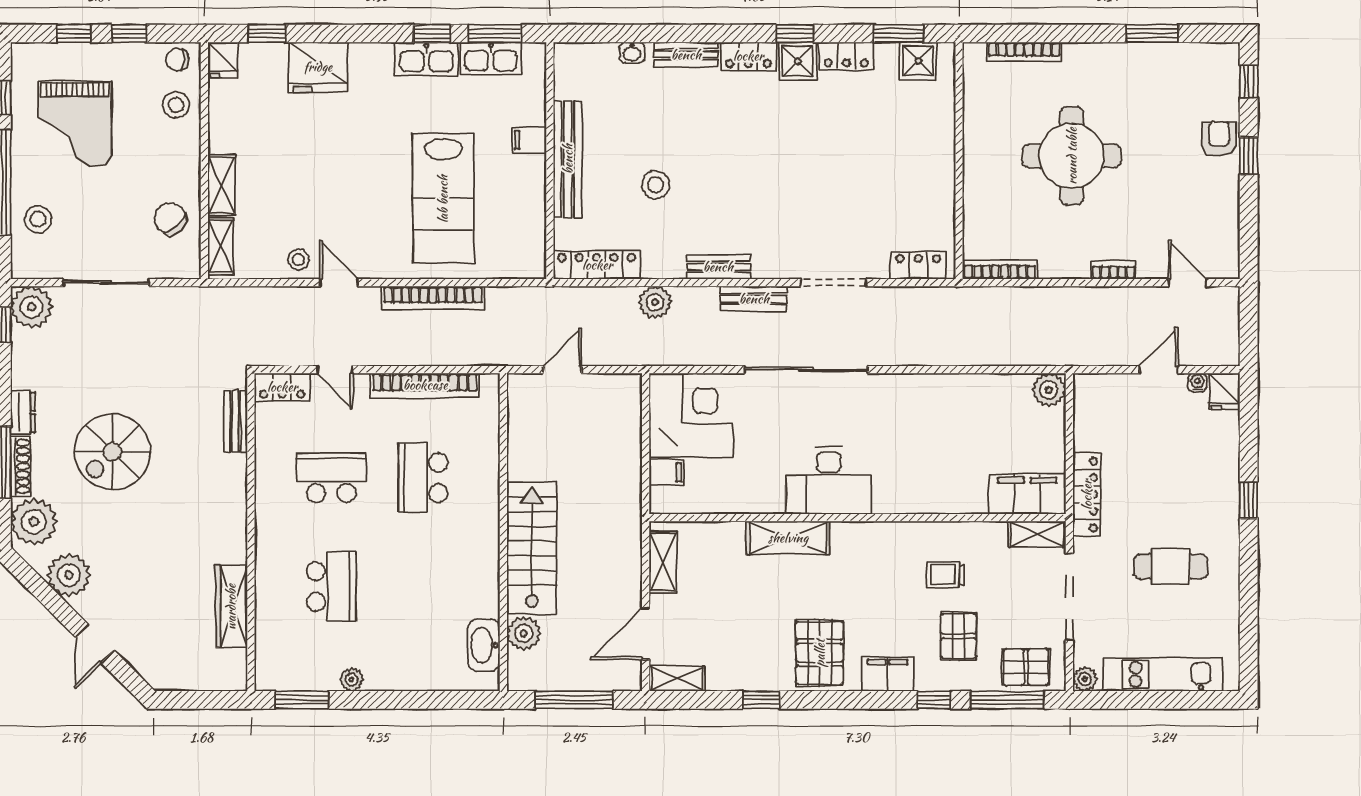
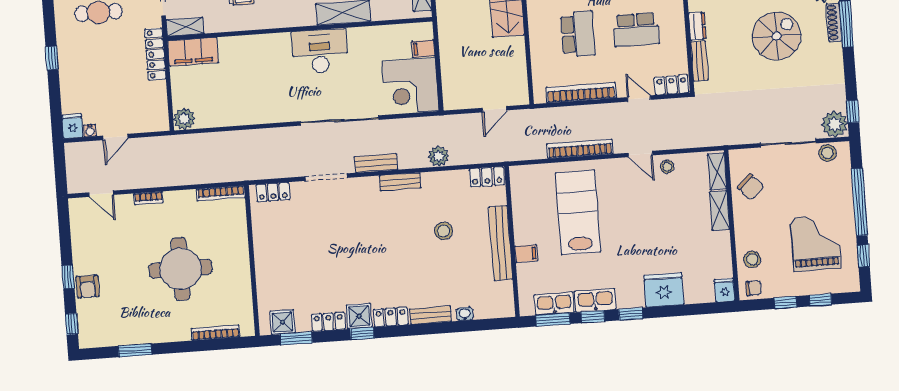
window: (267, 34) -> (631, 314), moved
stool: (38, 219) -> (827, 153), moved
locker: (597, 265) -> (487, 177), width x0.66
dresser: (23, 412) -> (697, 26), moved, turned 180

